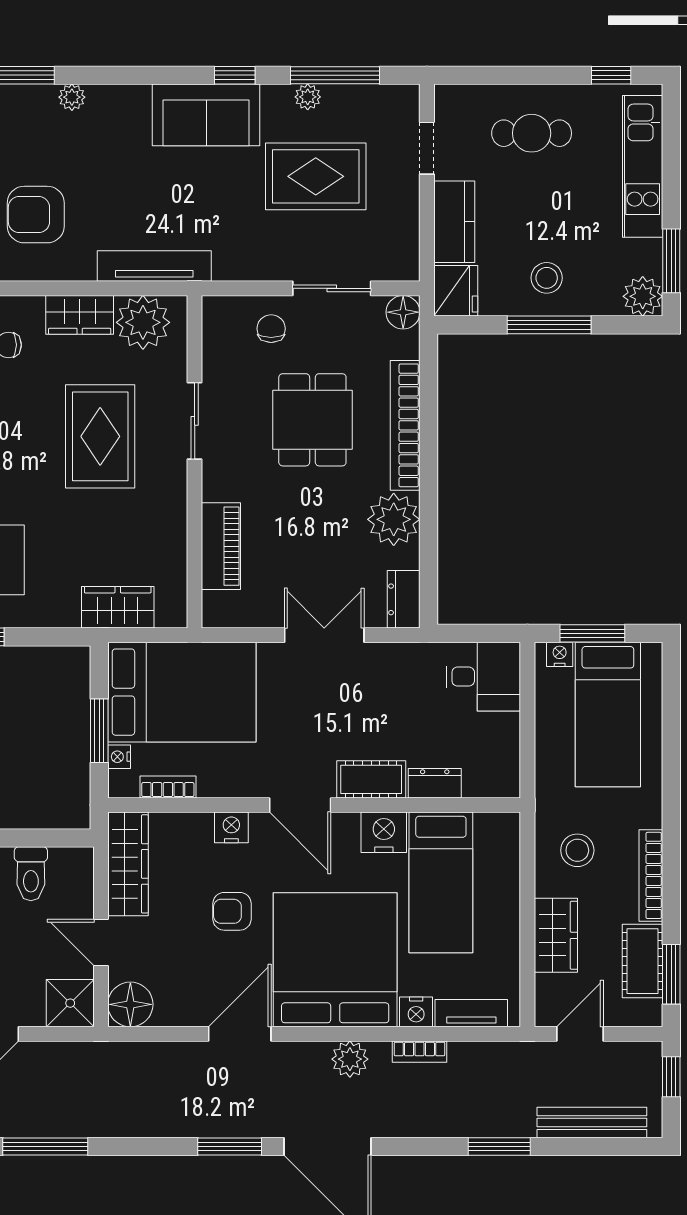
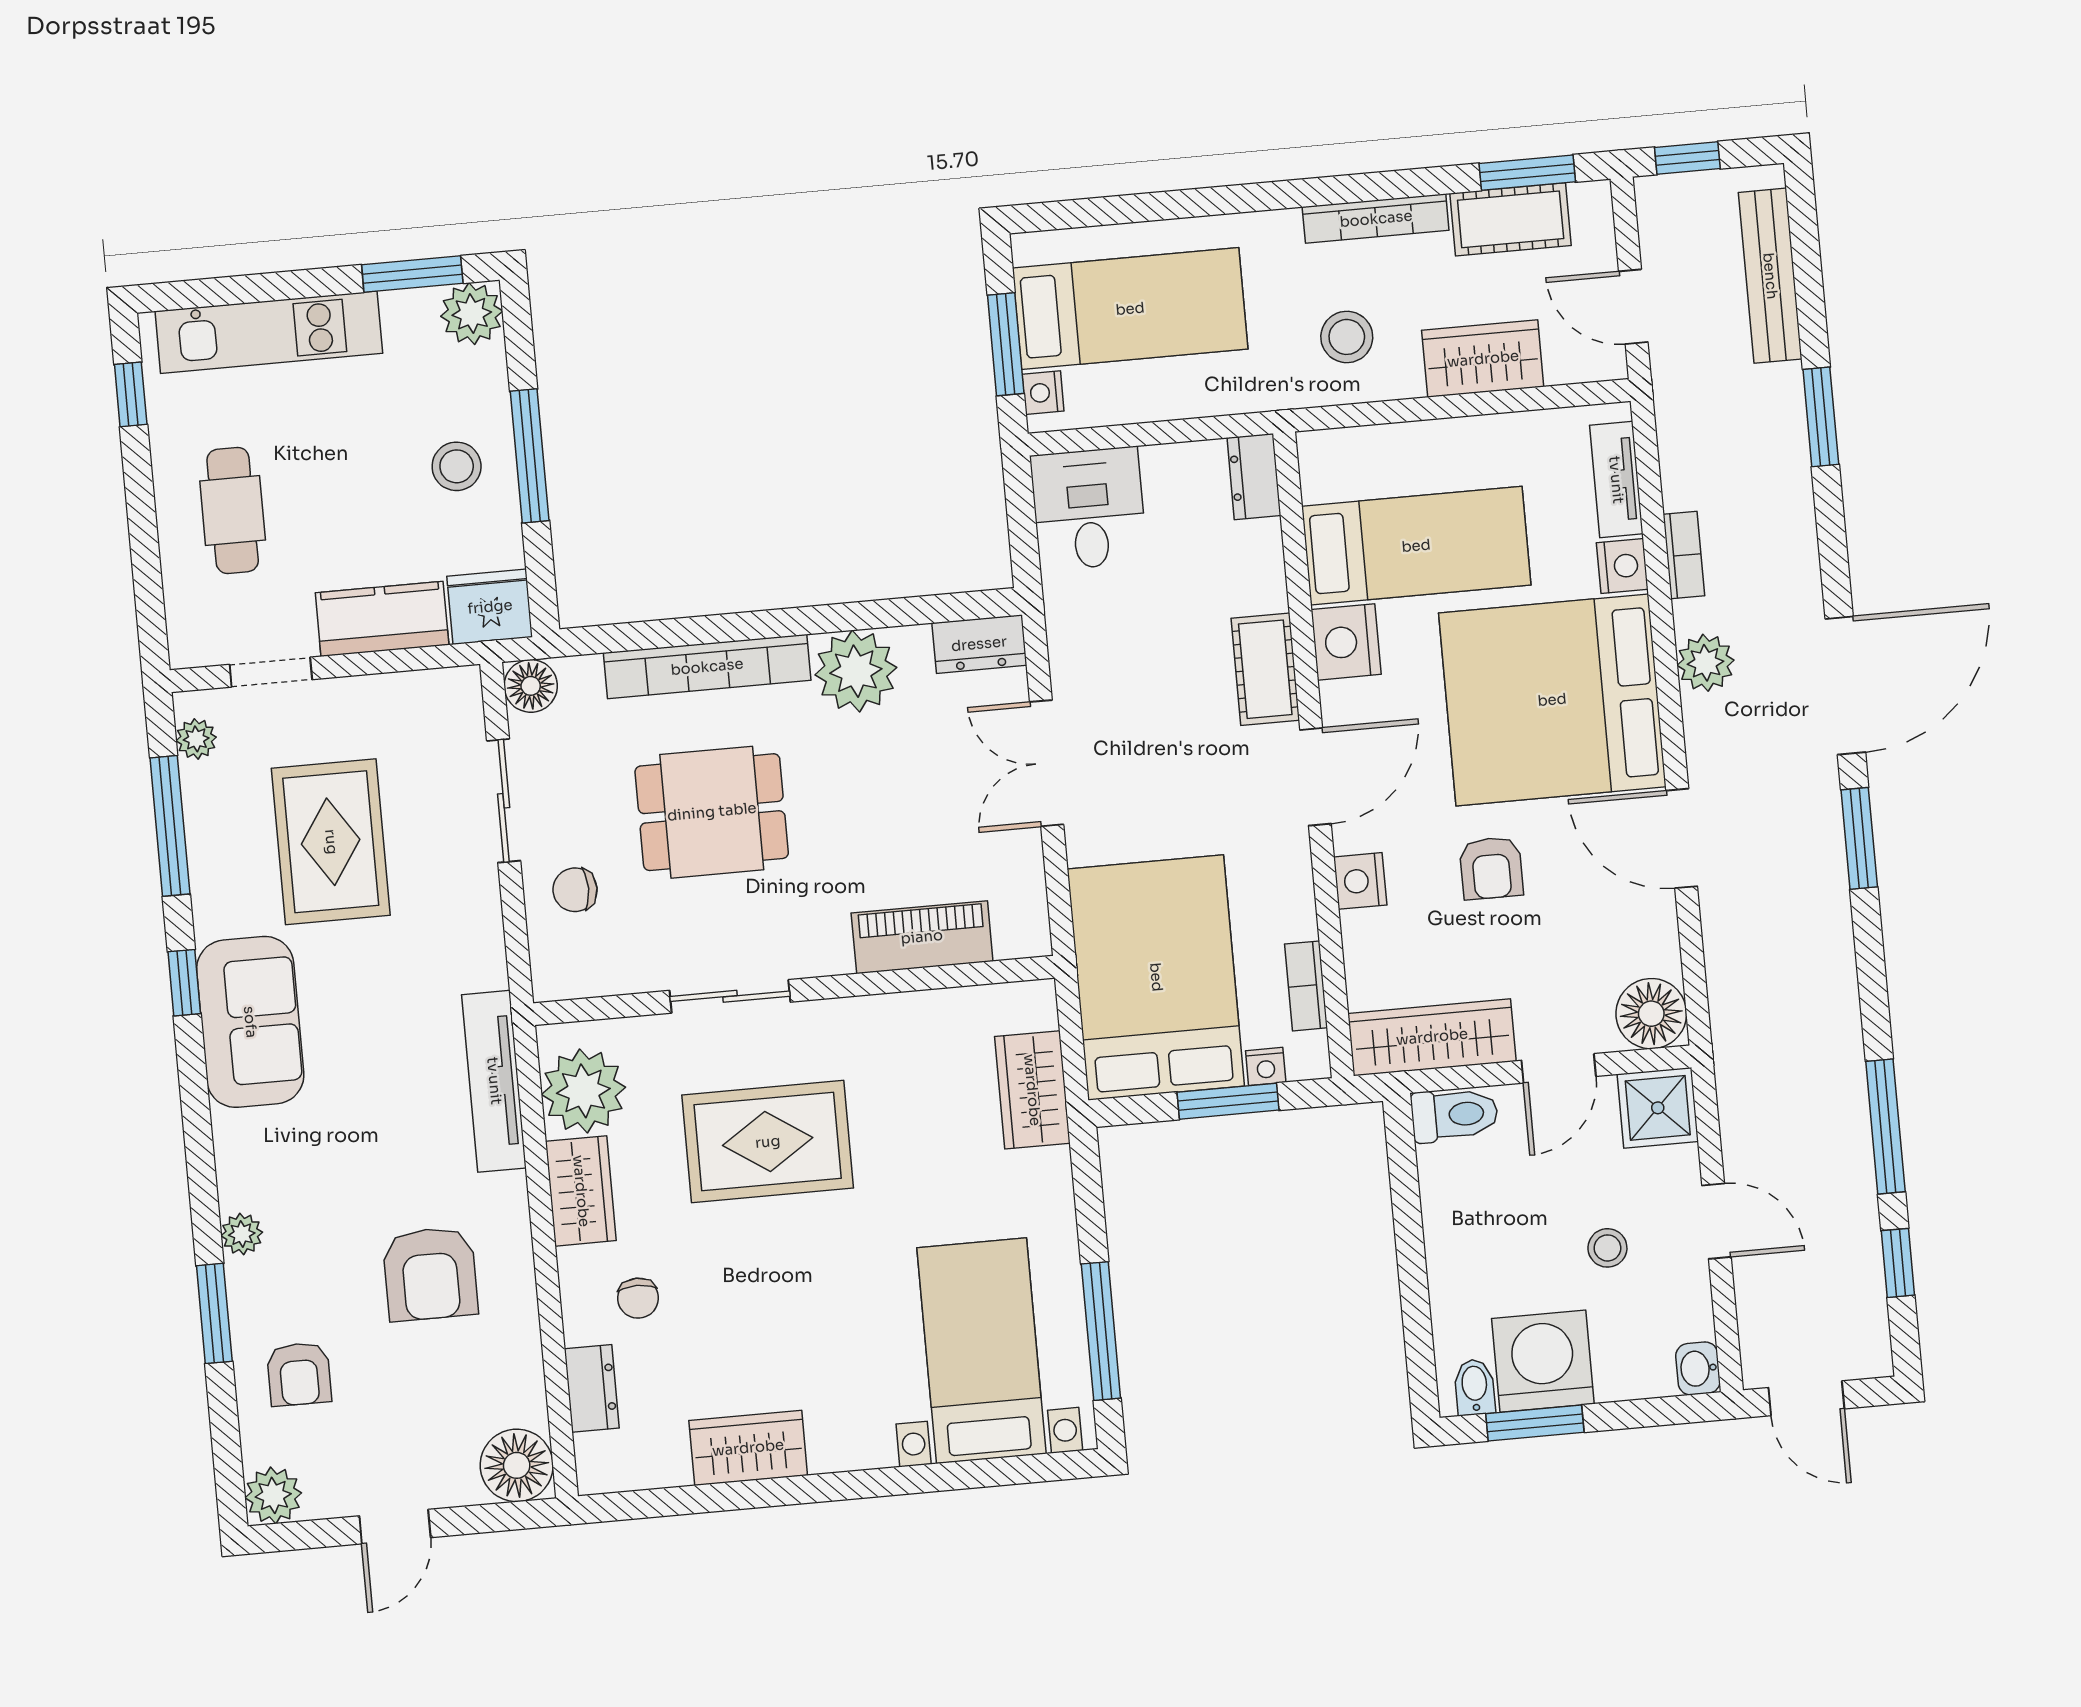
plant: (308, 97) -> (196, 739), moved
dresser: (435, 783) -> (1254, 477), moved
toilet: (31, 874) -> (1454, 1115), moved

